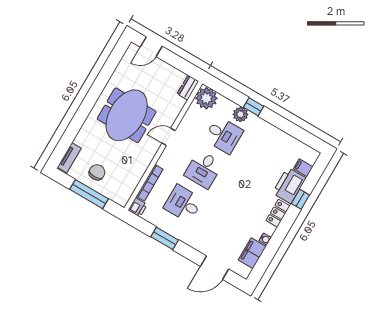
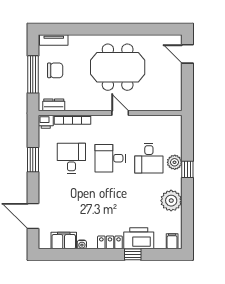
dresser: (188, 88) -> (54, 105), moved
plant: (206, 98) -> (171, 201), moved
filing cabinet: (303, 168) -> (172, 241), moved

